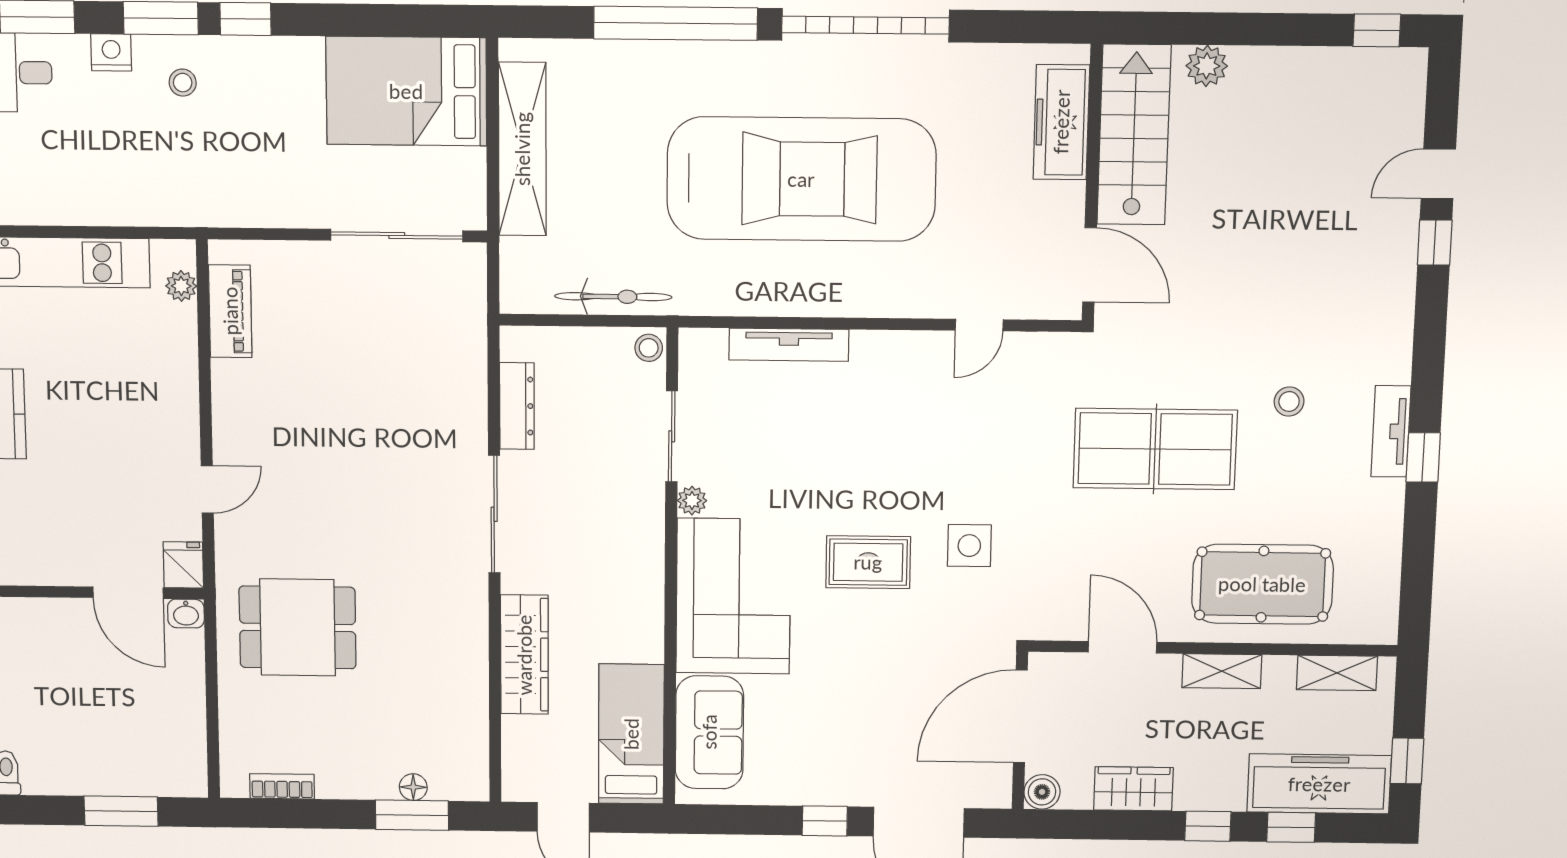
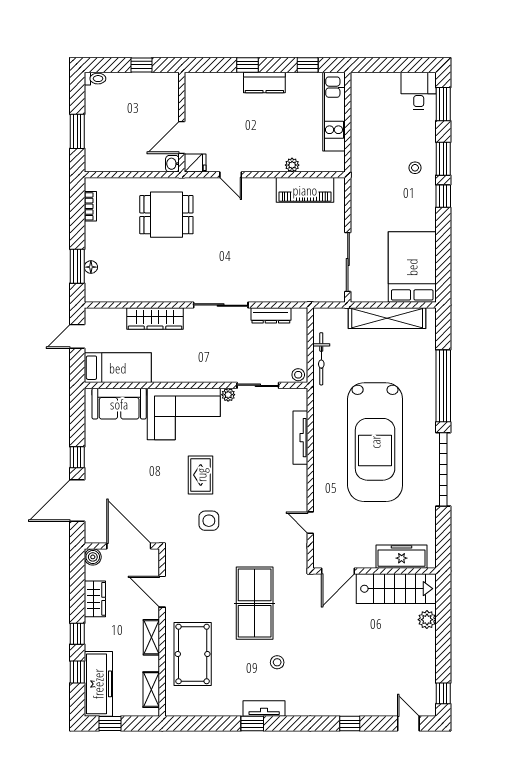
nightstand: (111, 52) -> (428, 136), removed
door: (1438, 174) -> (408, 724), moved
plant: (181, 286) -> (292, 165), moved
piano: (230, 311) -> (305, 190), width x1.37, depth x1.33
dining table: (298, 627) -> (166, 215), turned 90
door: (1122, 647) -> (162, 592), swing flipped

